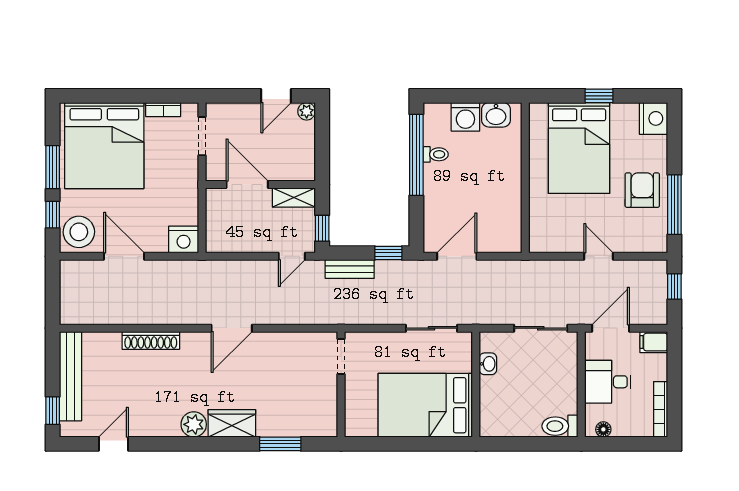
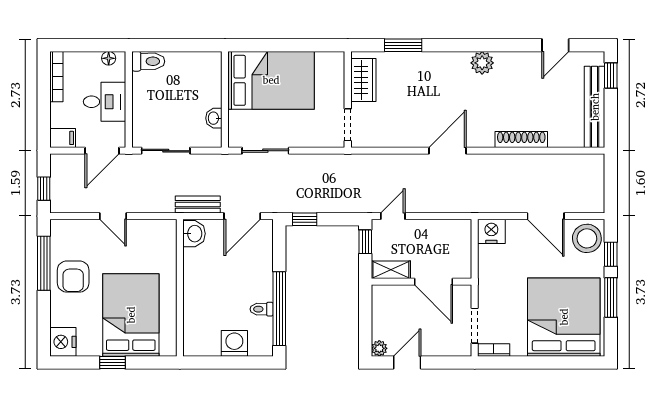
bookcase: (163, 110) -> (494, 350), moved
washbasin: (496, 115) -> (194, 234), moved, turned 90
bench: (350, 269) -> (198, 204), moved
wardrobe: (232, 423) -> (363, 80), moved, turned -90

